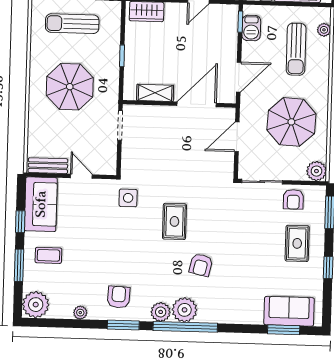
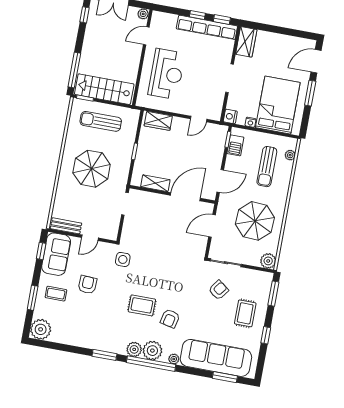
door: (81, 176) -> (90, 238), swing flipped
armchair: (293, 199) -> (219, 290), moved, turned -143
rug: (174, 221) -> (142, 305), moved, turned 90
window: (20, 222) -> (41, 251), moved
armchair: (119, 297) -> (87, 285), moved
sofa: (289, 311) -> (216, 358), width x1.85, depth x1.27
plant: (80, 313) -> (174, 359), moved

